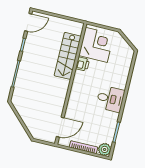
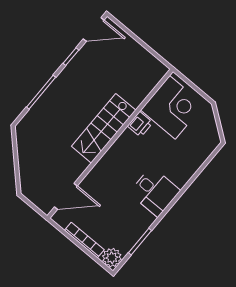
stairs: (68, 56) -> (104, 128), moved

